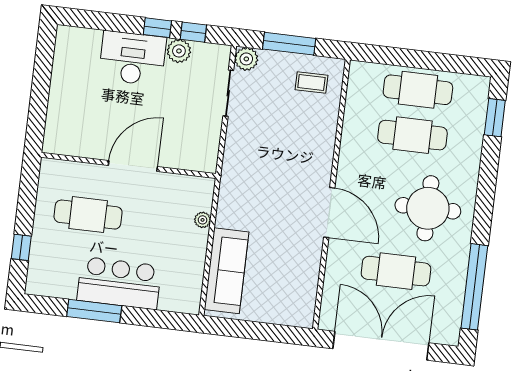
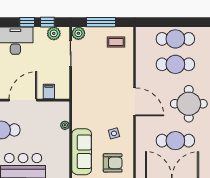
plant: (179, 51) -> (54, 33), moved
filing cabinet: (181, 156) -> (49, 91), added
door: (329, 213) -> (135, 102), moved
side table: (288, 245) -> (114, 133), added
armchair: (279, 297) -> (113, 163), added

